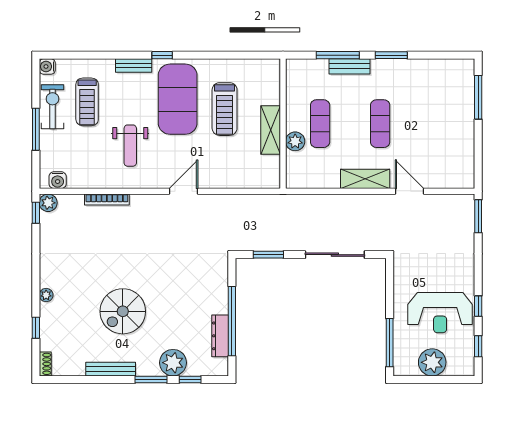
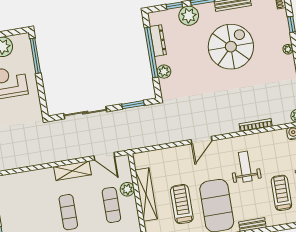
shelving: (271, 130) -> (146, 194), width x1.47
door: (410, 191) -> (104, 156), moved
plant: (219, 293) -> (164, 72), added
spiral stairs: (123, 311) -> (231, 47), width x1.37, depth x1.37

